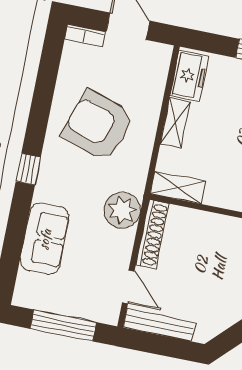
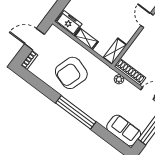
window: (28, 169) -> (76, 112), width x3.17
plant: (122, 210) -> (119, 79), width x0.53, depth x0.53
sofa: (45, 239) -> (124, 130), moved

